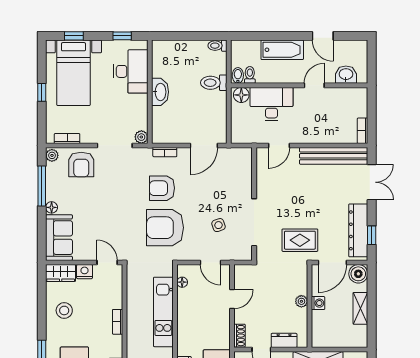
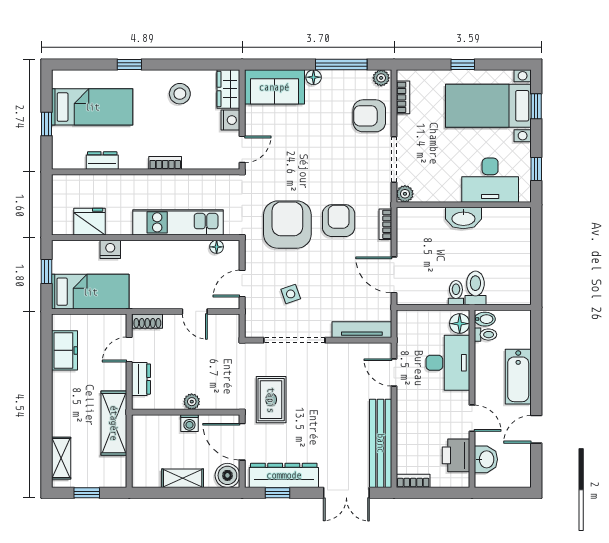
toilet: (218, 46) -> (456, 293), moved
printer: (343, 98) -> (456, 455), added
tv unit: (246, 170) -> (362, 330), added

